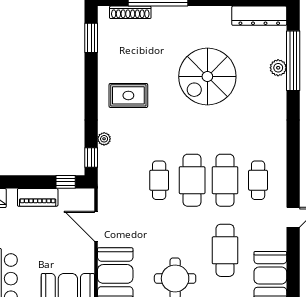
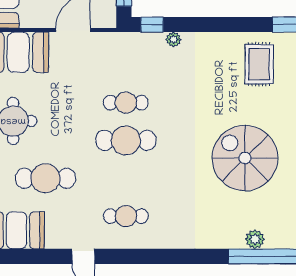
rug: (128, 95) -> (259, 64), moved
cafe table: (225, 180) -> (126, 178), removed

